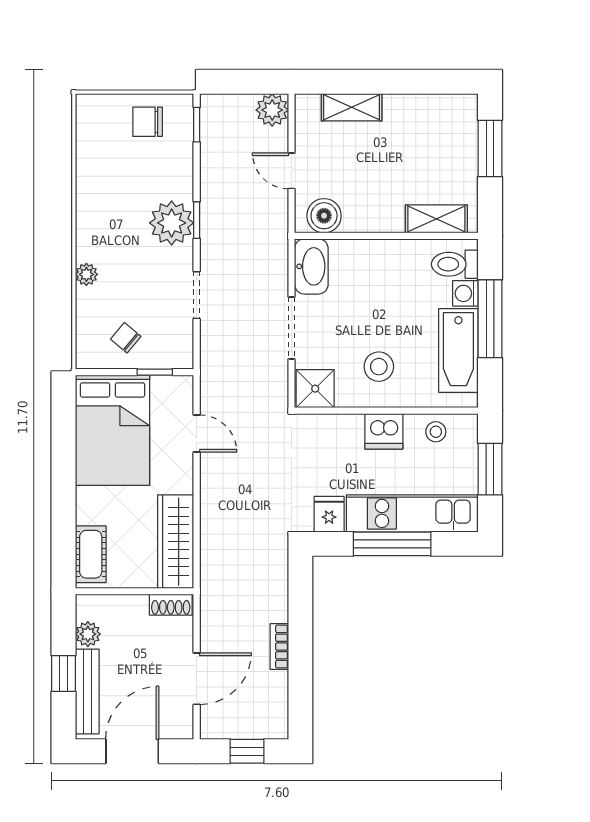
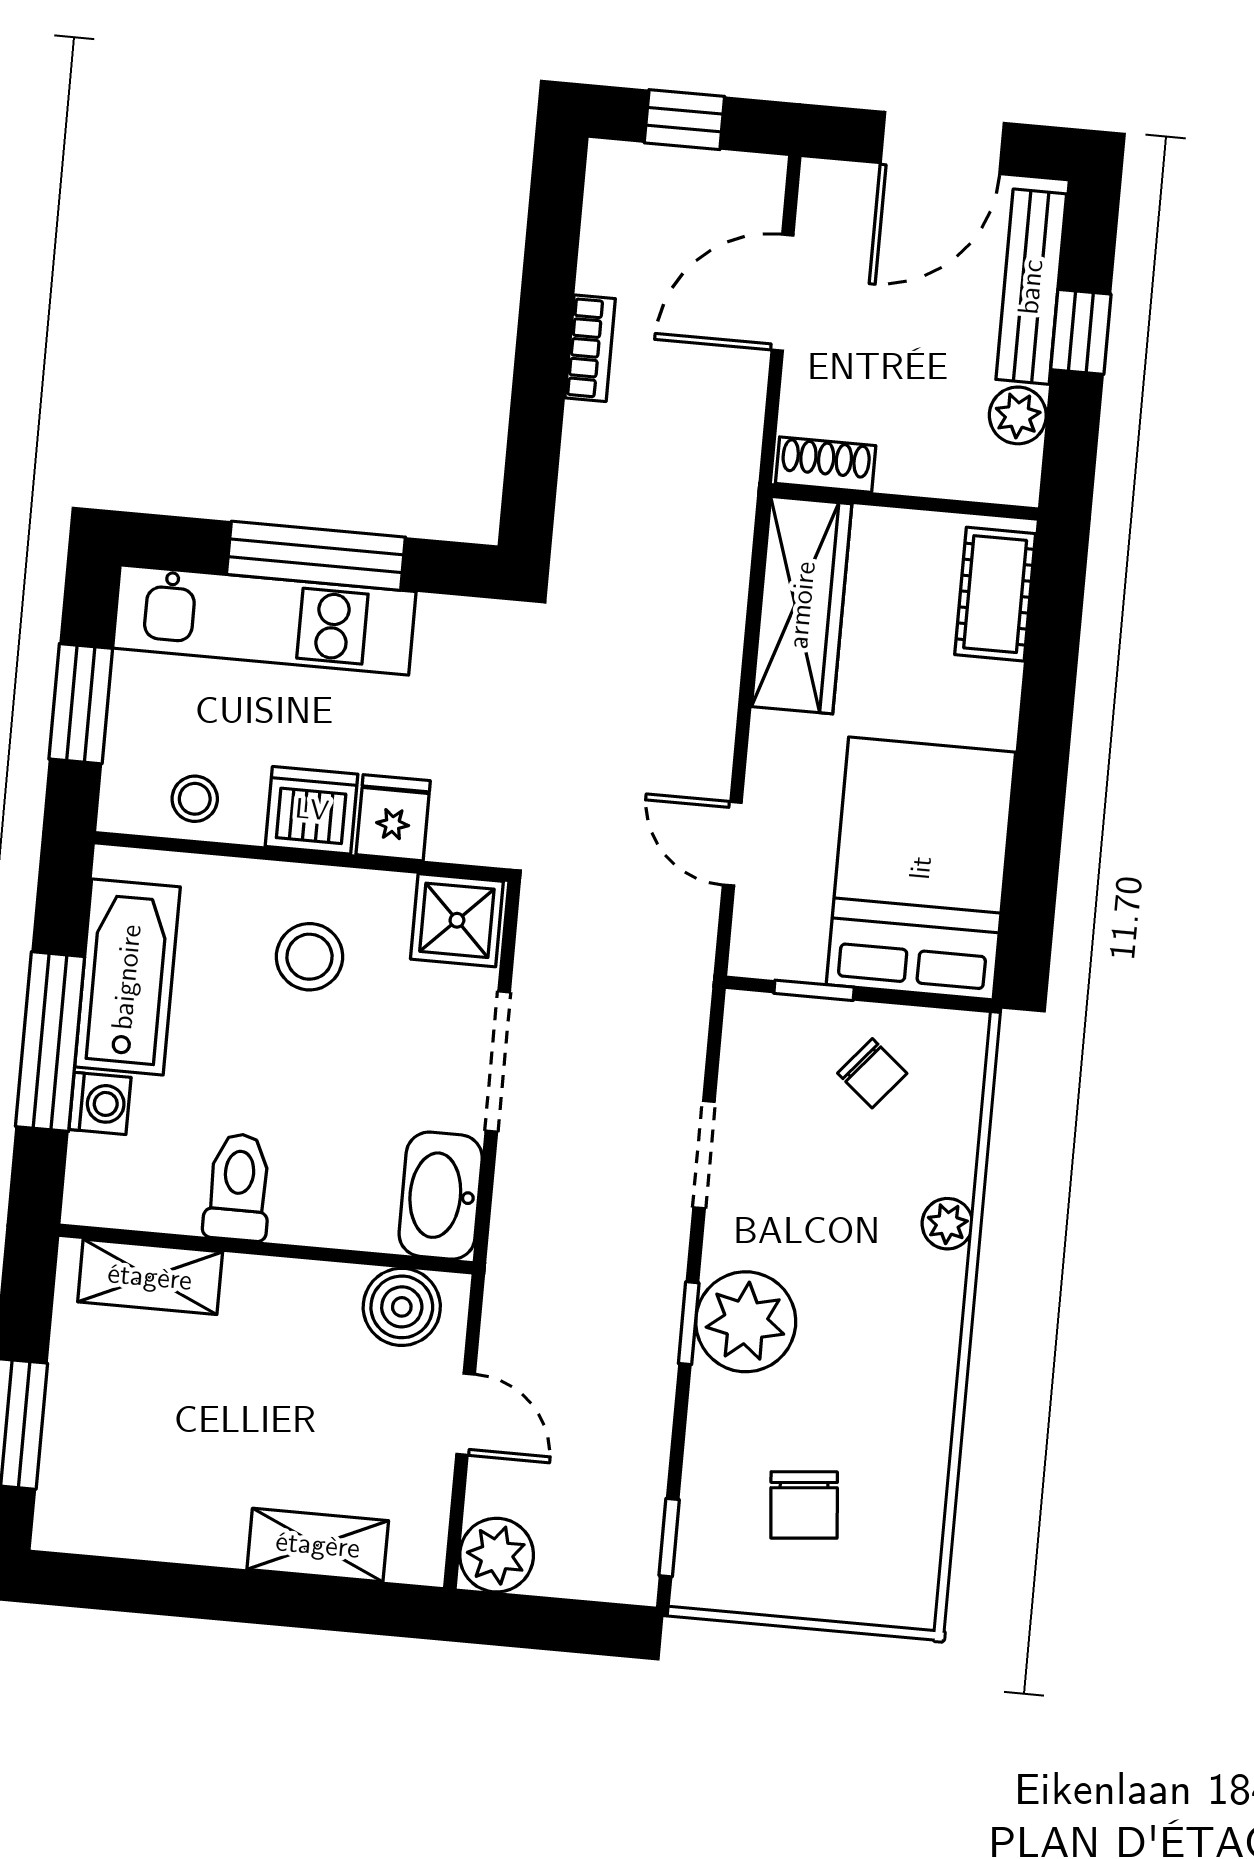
chair: (148, 122) -> (804, 1505), moved, turned 85
toilet: (455, 264) -> (238, 1187), moved, turned -90
fridge: (329, 514) -> (393, 818), moved, turned 180

